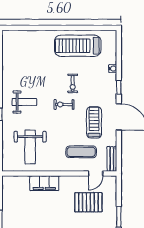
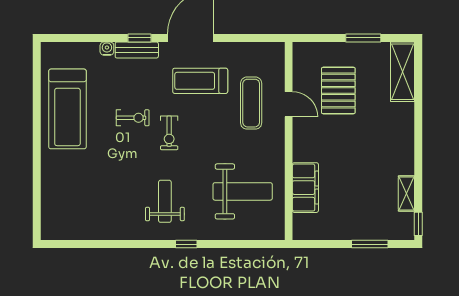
bench: (112, 159) -> (137, 50), moved
door: (96, 174) -> (289, 104), moved
filing cabinet: (44, 183) -> (305, 188), moved

